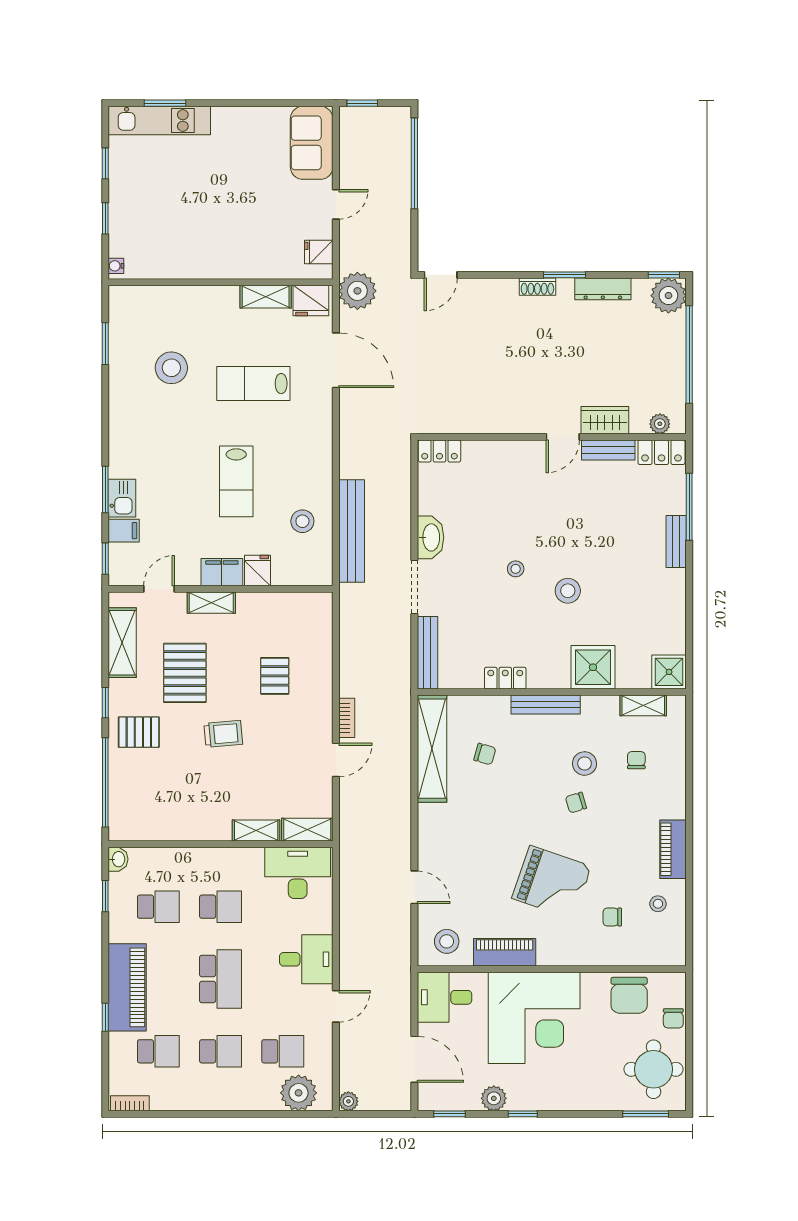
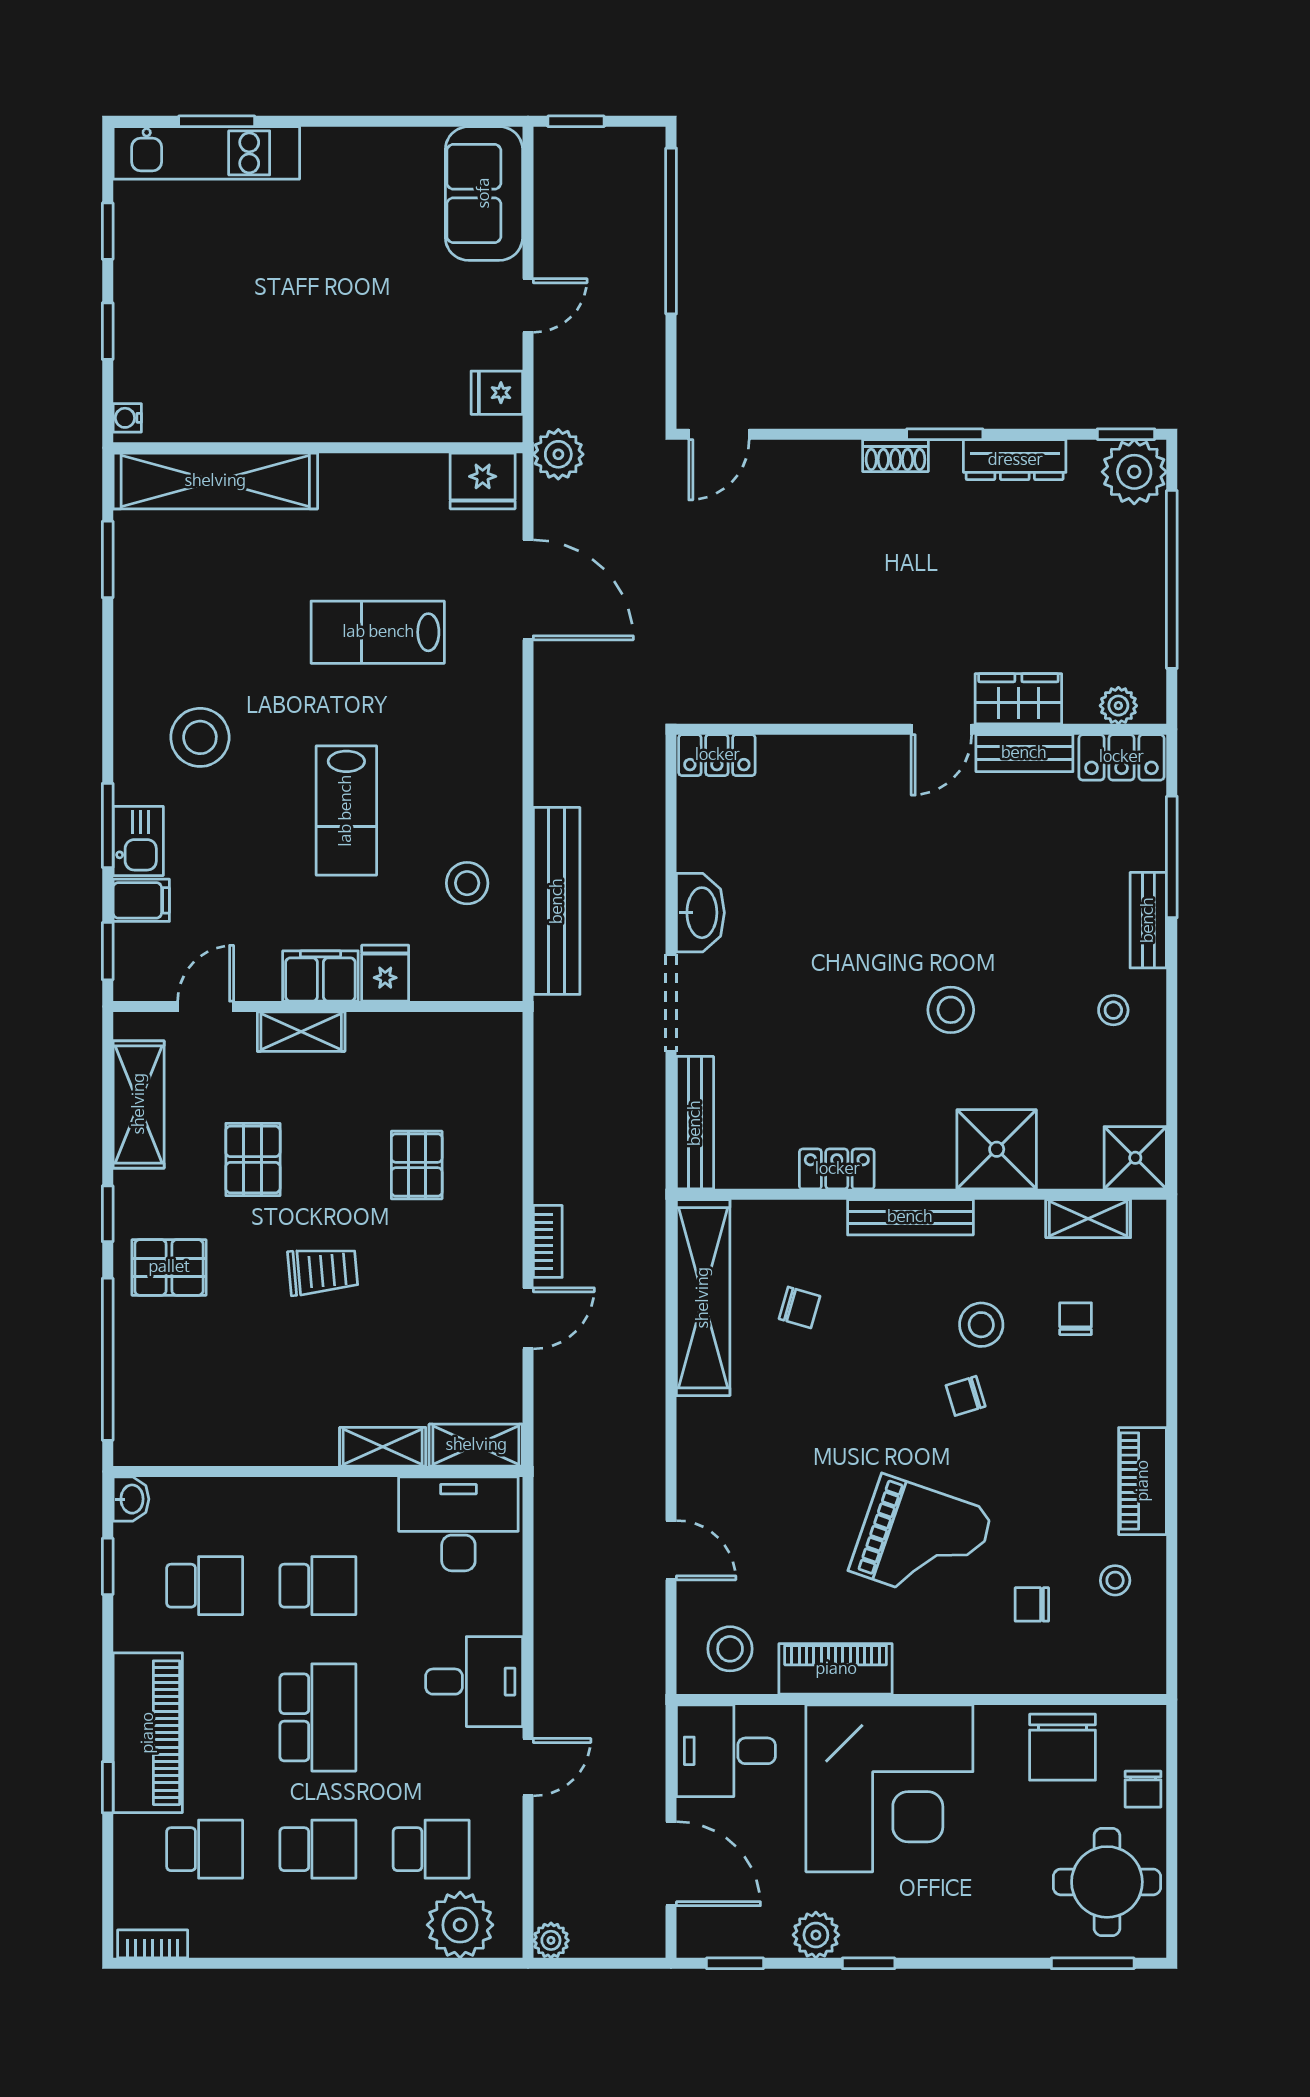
plant: (357, 291) -> (558, 454), width x0.73, depth x0.73
shelving: (266, 297) -> (215, 481), moved, width x2.20, depth x1.33
stool: (171, 368) -> (200, 737), moved
stool: (516, 569) -> (1113, 1010), moved
pallet: (185, 673) -> (253, 1160), width x0.67, depth x0.71

